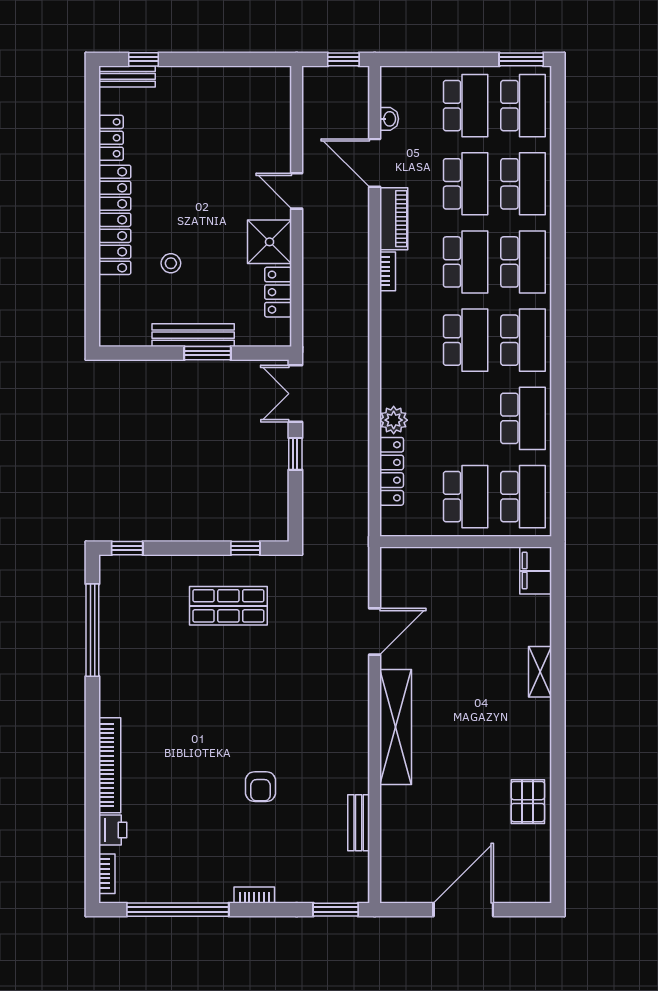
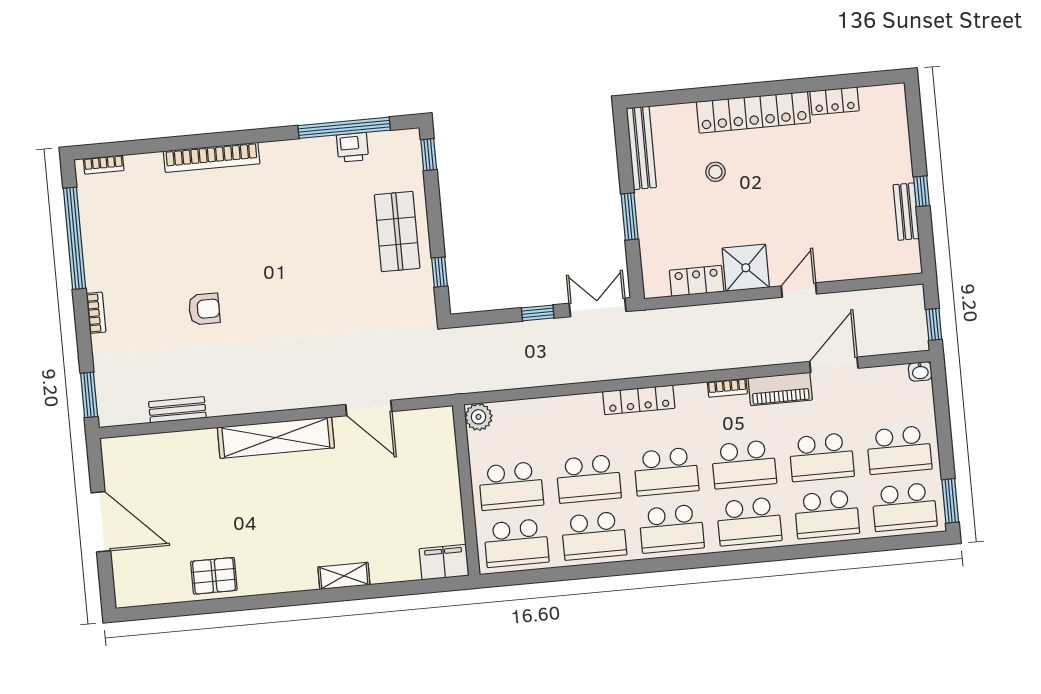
window: (144, 59) -> (922, 191), moved
bench: (127, 76) -> (906, 212), moved
washbasin: (389, 119) -> (920, 371), moved
bench: (193, 335) -> (641, 148), moved
school desk: (466, 418) -> (589, 479), added
plant: (394, 420) -> (479, 417), moved
locker: (392, 471) -> (639, 400), moved
shop shelf: (228, 606) -> (397, 232), moved
armchair: (261, 787) -> (204, 309), turned 180
printer: (113, 830) -> (352, 147), moved

